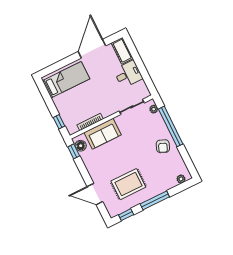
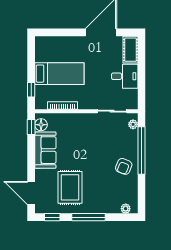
bed: (66, 80) -> (59, 74), moved
sofa: (103, 134) -> (45, 150), moved, turned -90
rug: (128, 184) -> (70, 187), turned 90
door: (95, 194) -> (31, 193), moved

